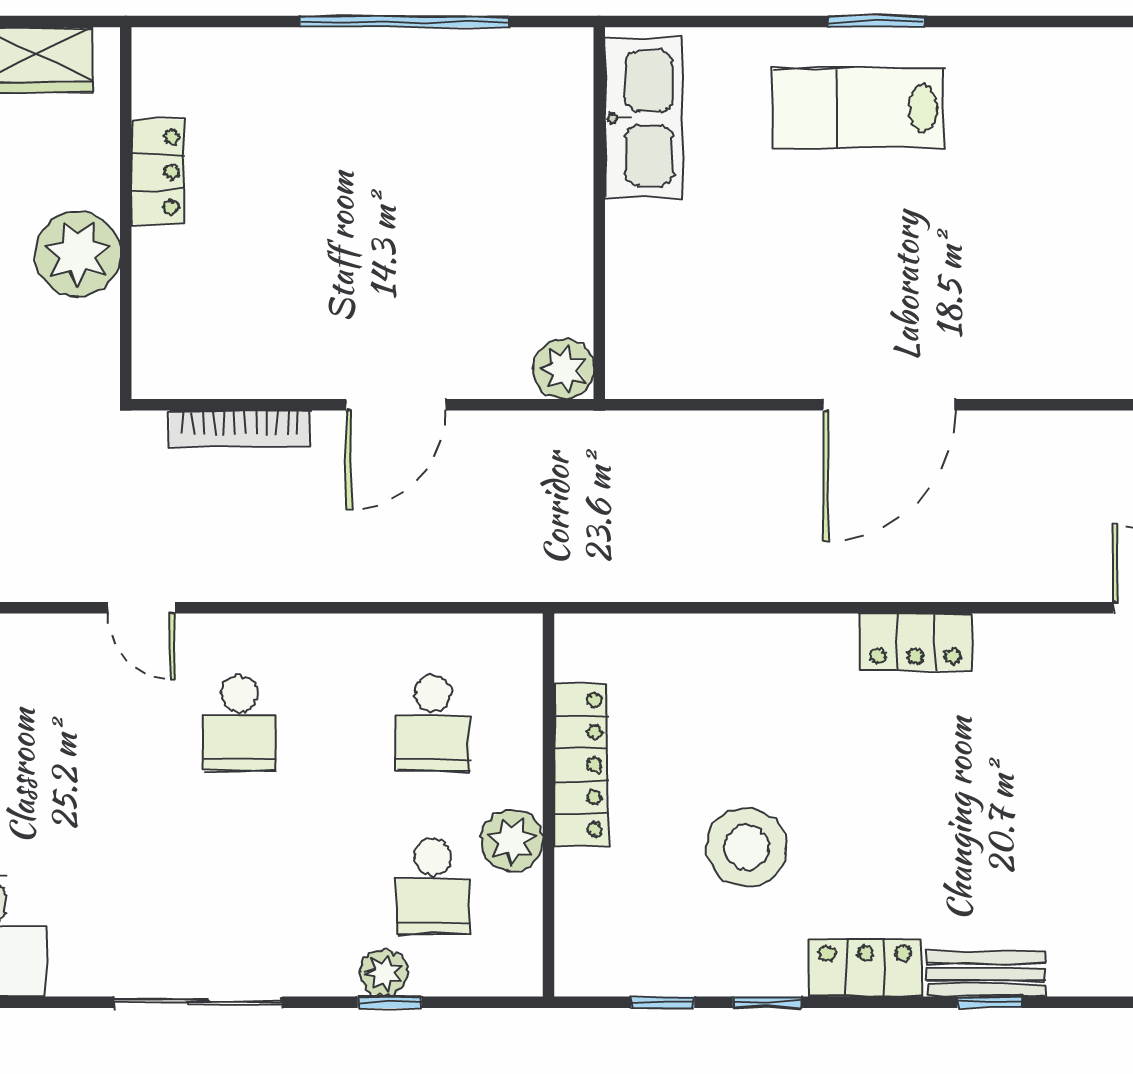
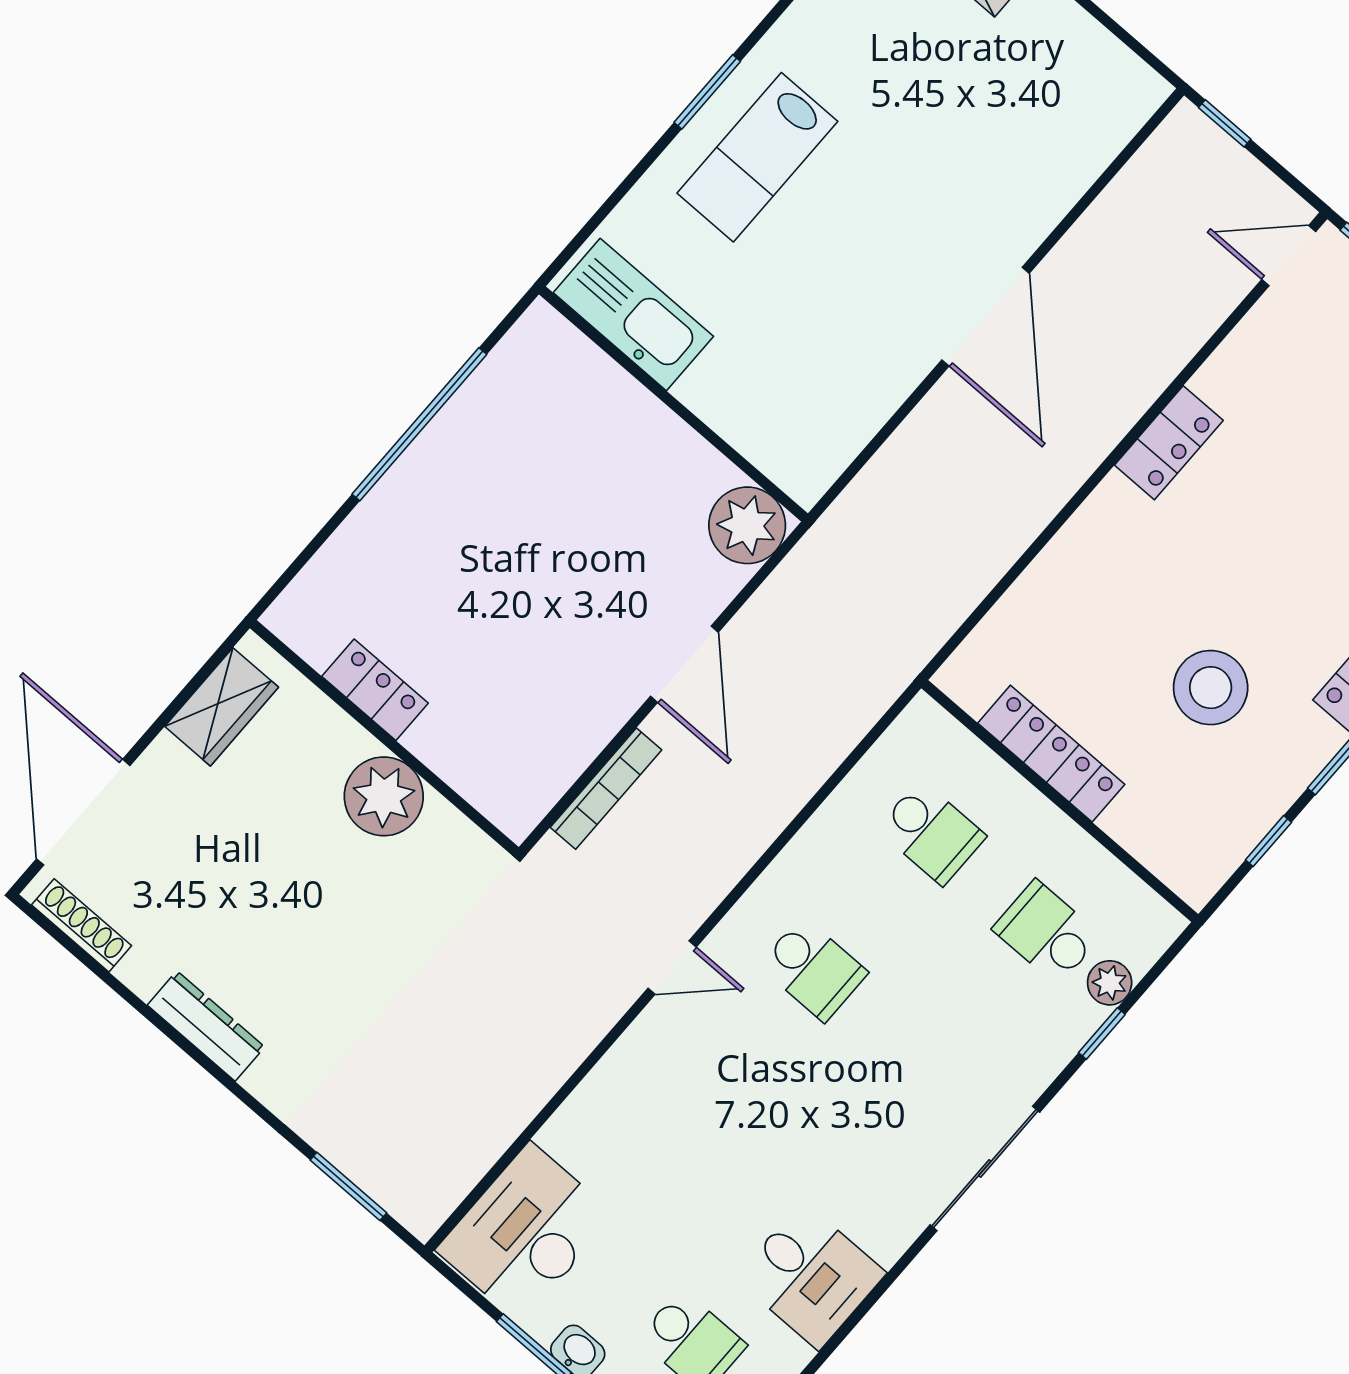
plant: (563, 369) -> (747, 525), width x1.36, depth x1.36
plant: (512, 841) -> (1063, 849), removed
school desk: (433, 887) -> (1047, 932), turned 180
plant: (384, 973) -> (1110, 983), moved

